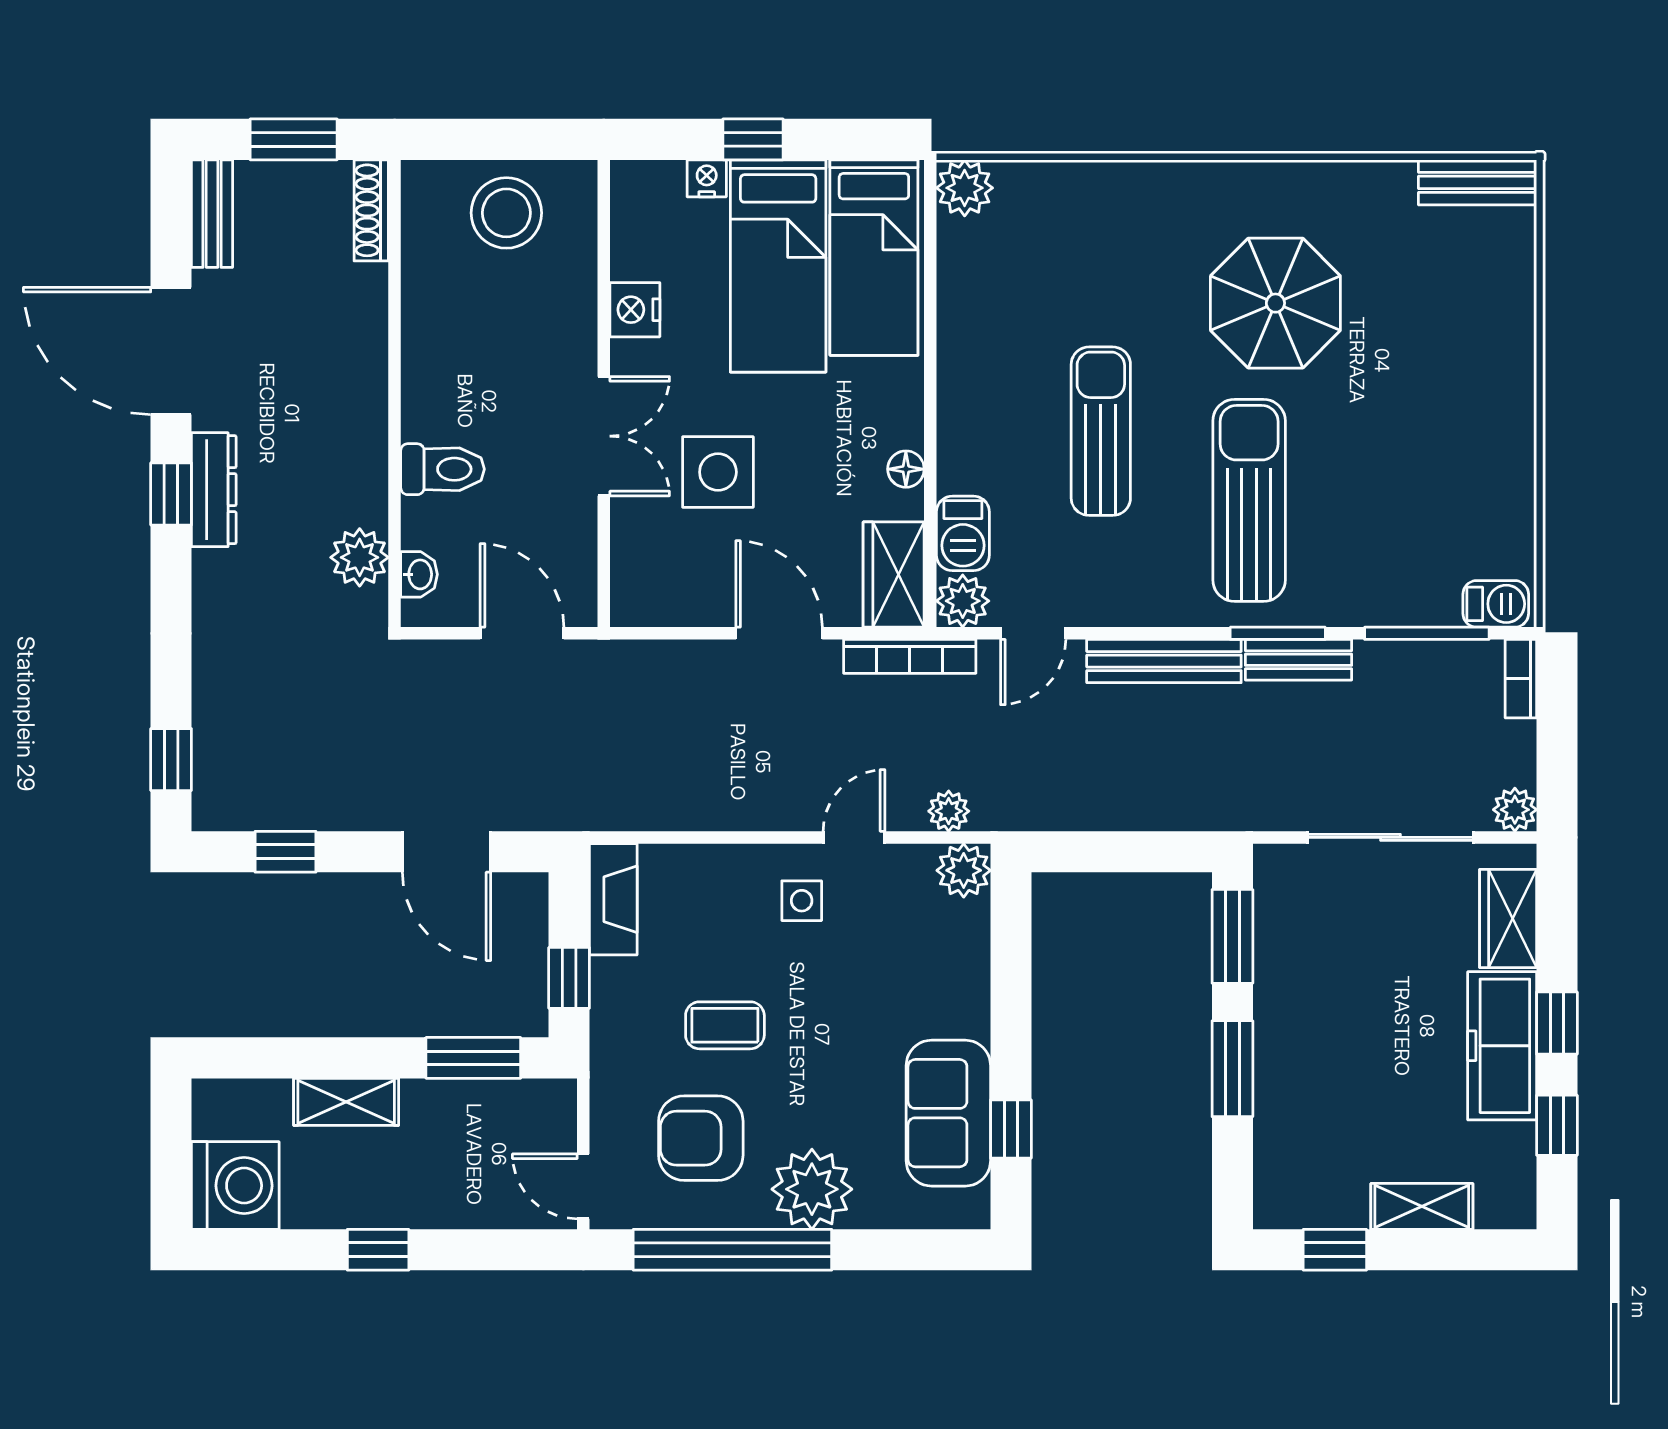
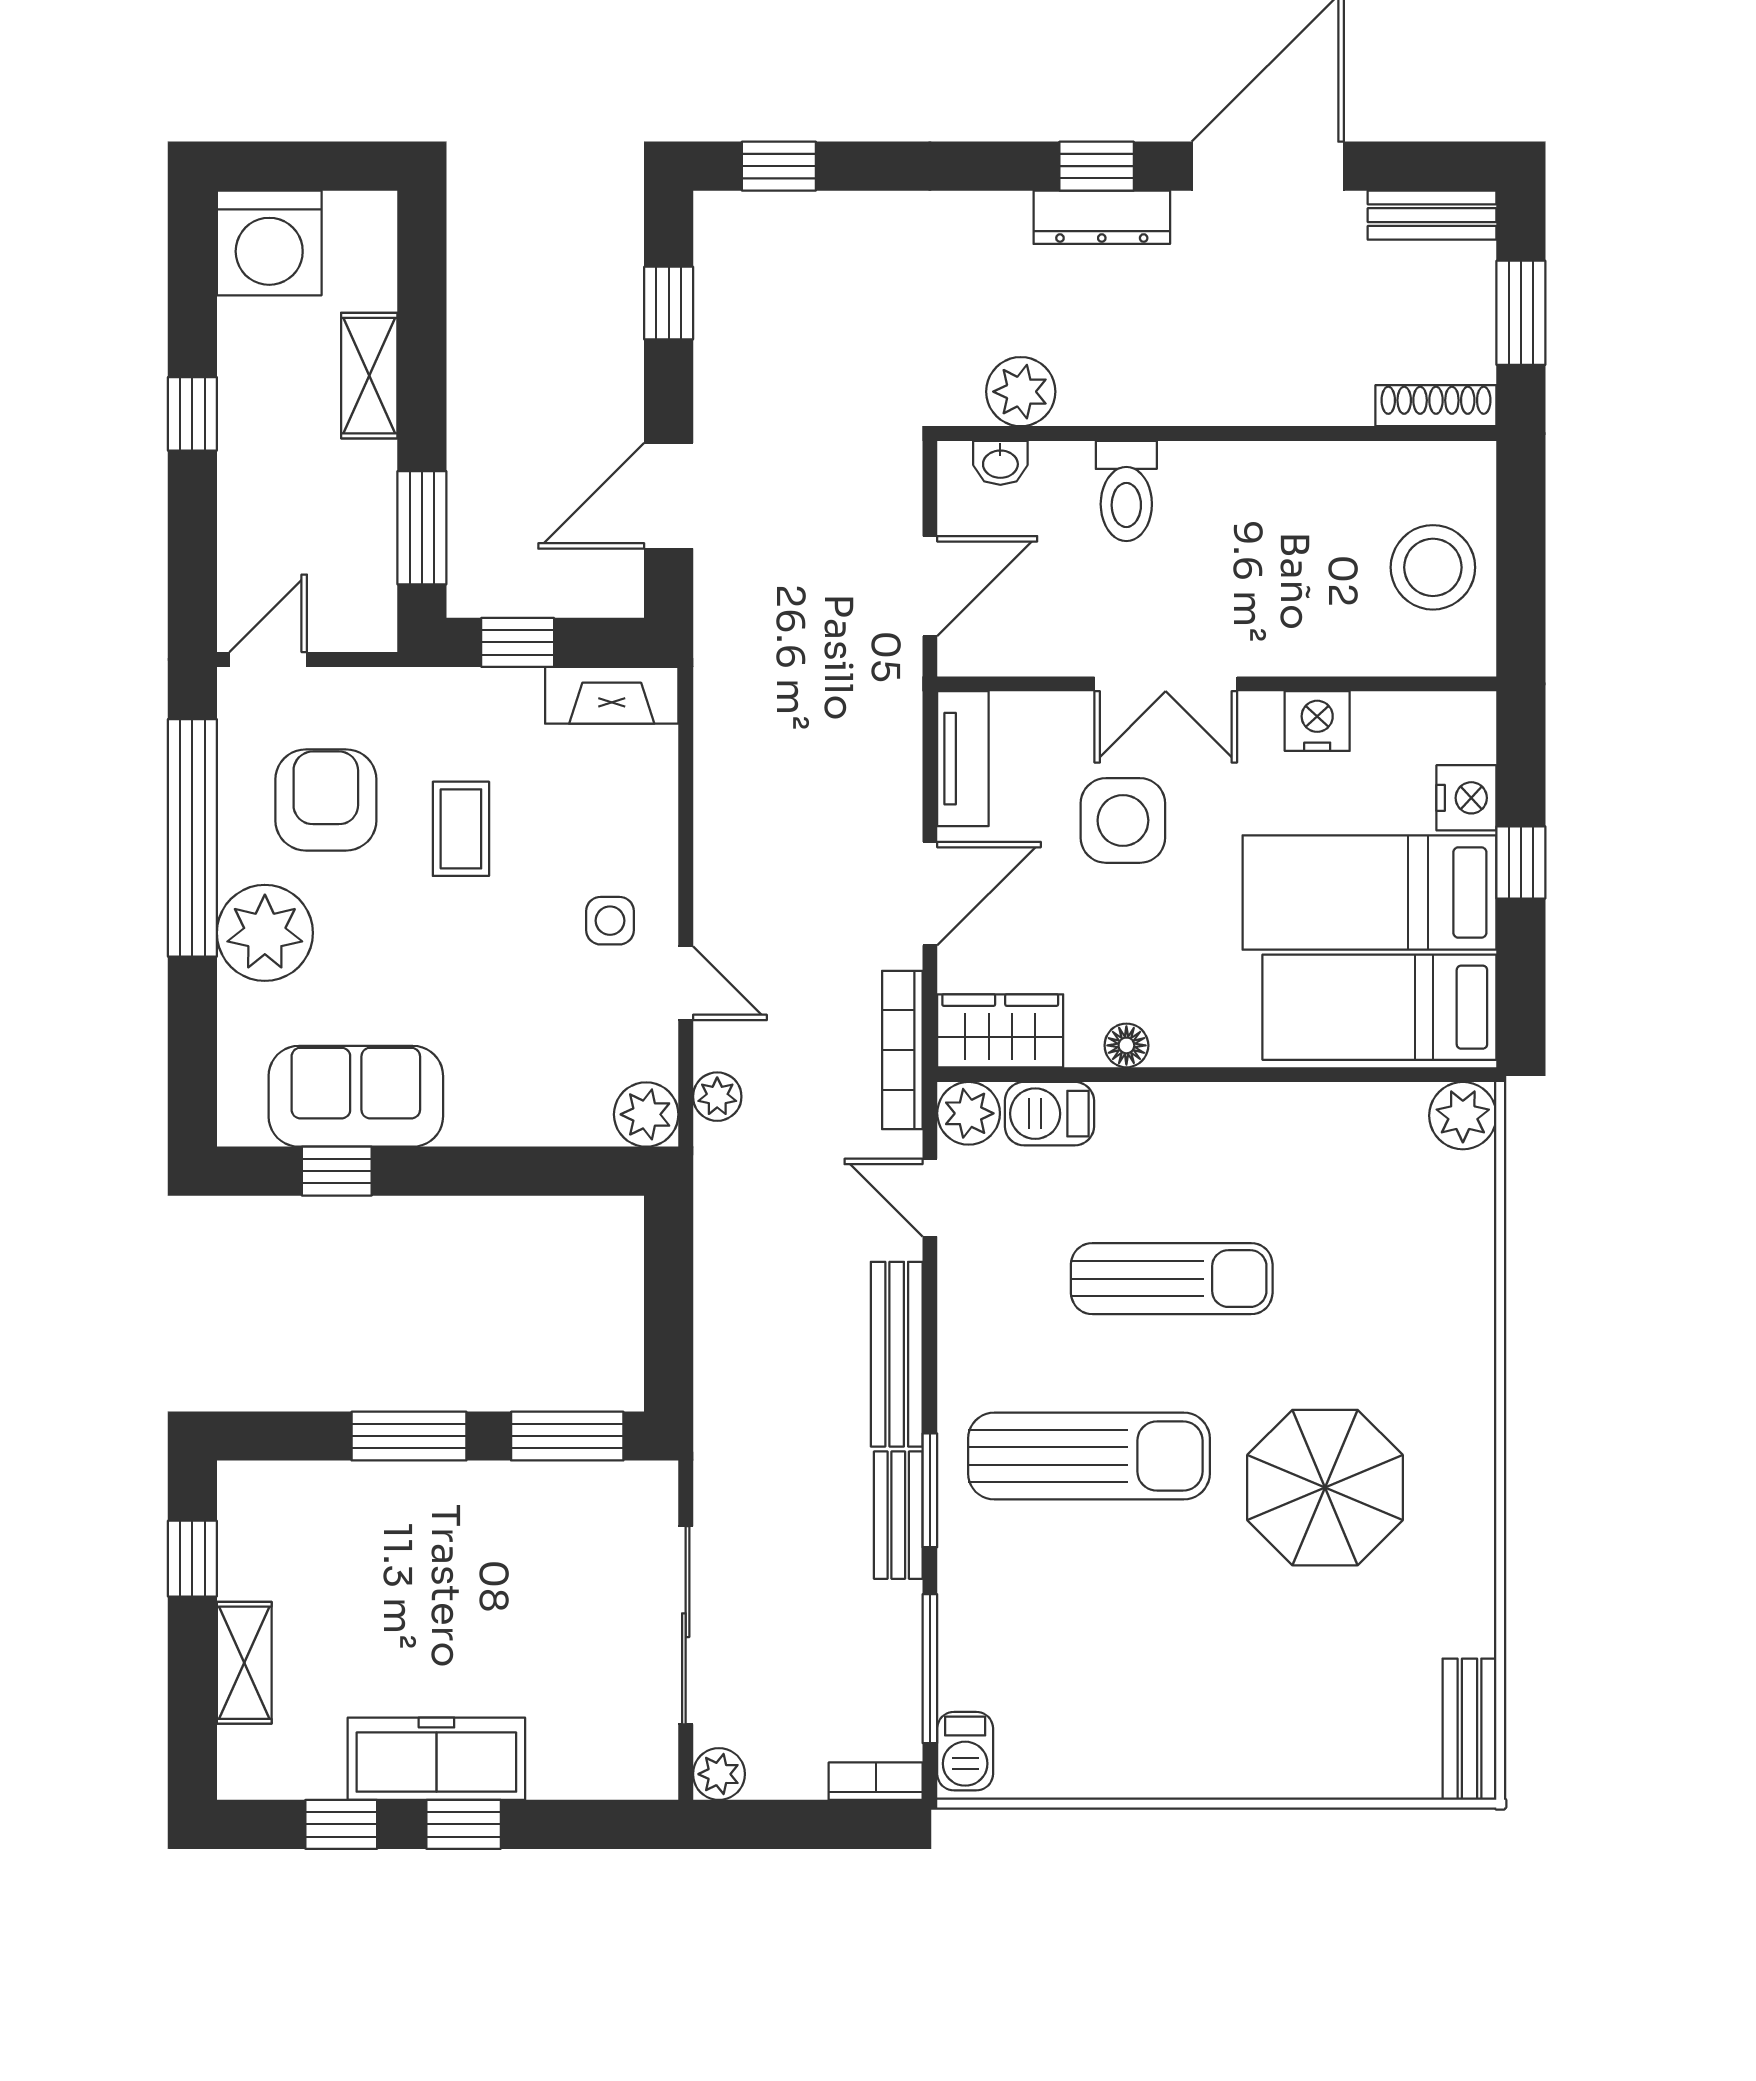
nightstand: (707, 178) -> (1466, 798), width x1.39, depth x1.35
tv unit: (666, 606) -> (963, 759), added
wardrobe: (1508, 918) -> (589, 1766), removed

